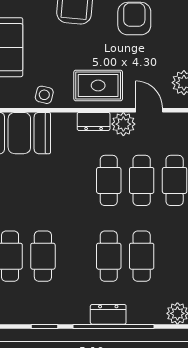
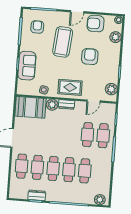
door: (149, 110) -> (94, 101), swing flipped
plant: (123, 124) -> (52, 105), moved
cafe table: (109, 180) -> (53, 168), moved
dresser: (108, 314) -> (37, 195), moved

